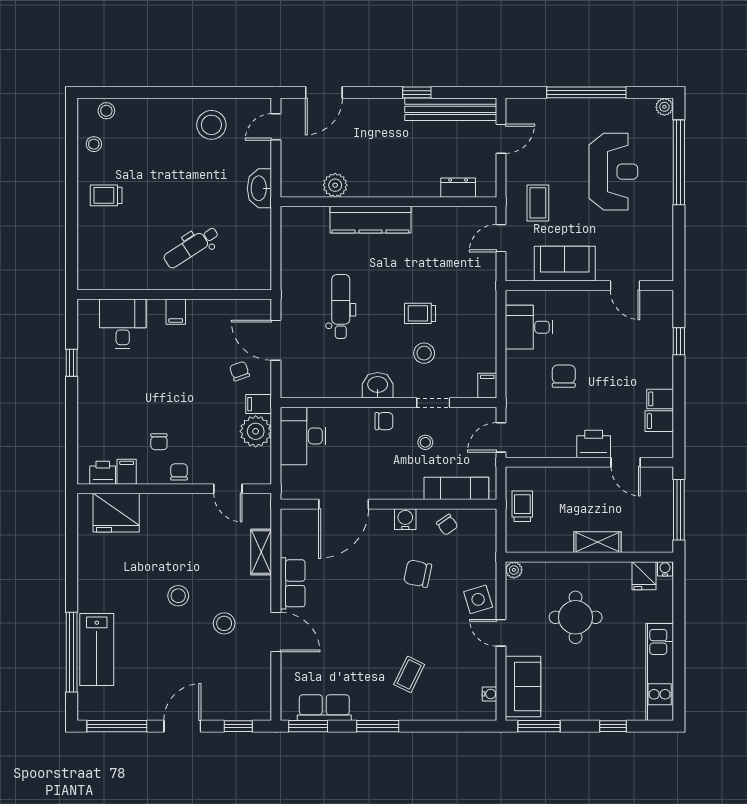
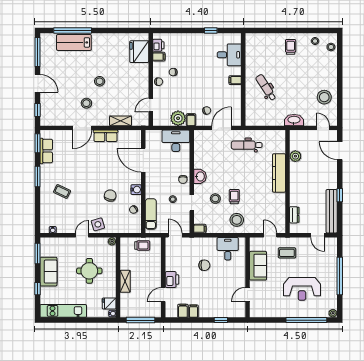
dental chair: (341, 306) -> (247, 145), moved, turned 180
stool: (469, 308) -> (237, 220), added
sofa: (523, 686) -> (48, 272), moved, turned -90

